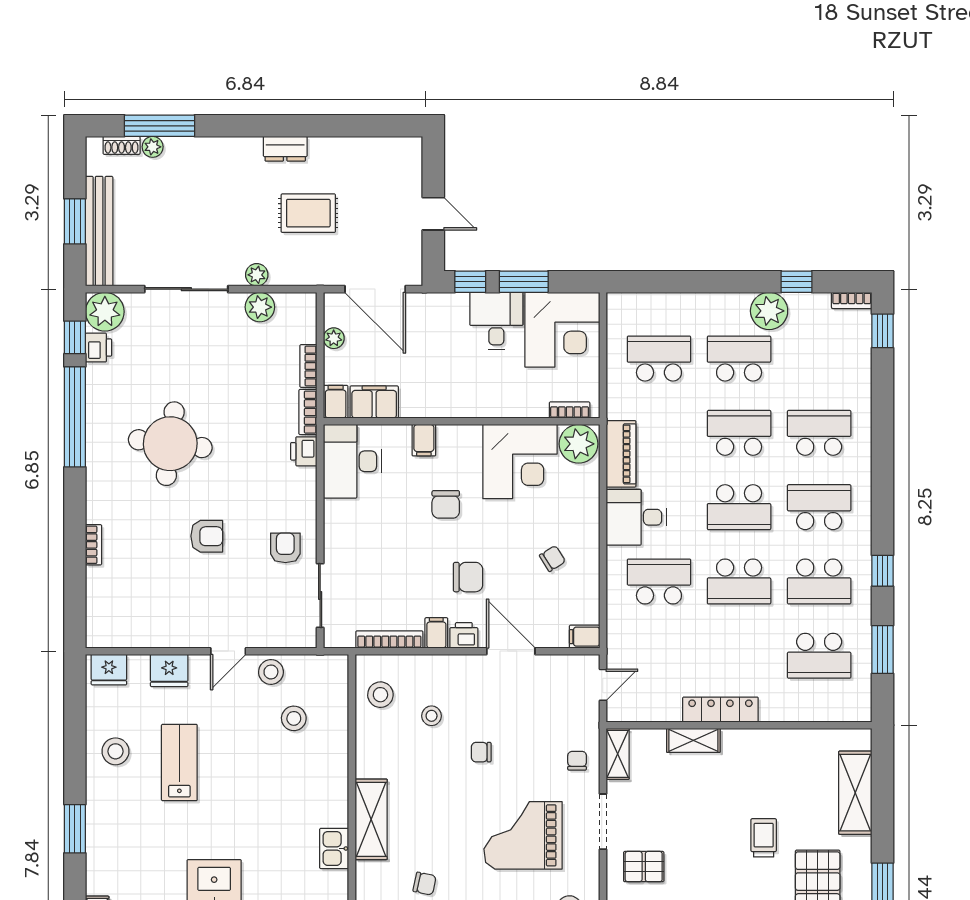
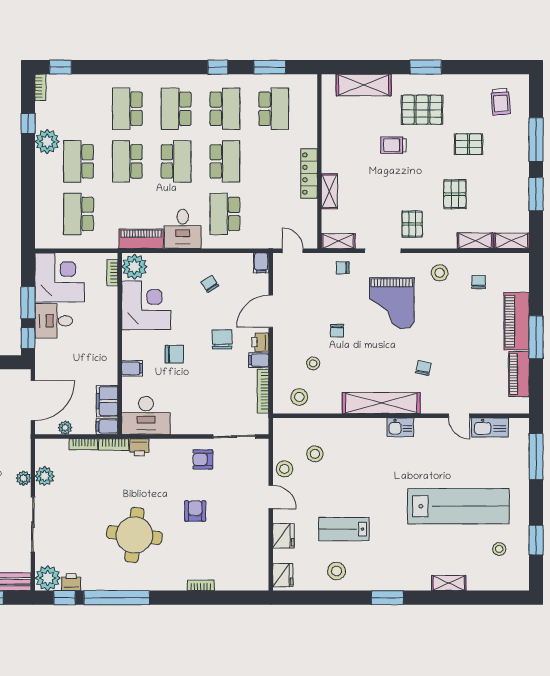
shelving: (371, 819) -> (381, 403), width x1.47

